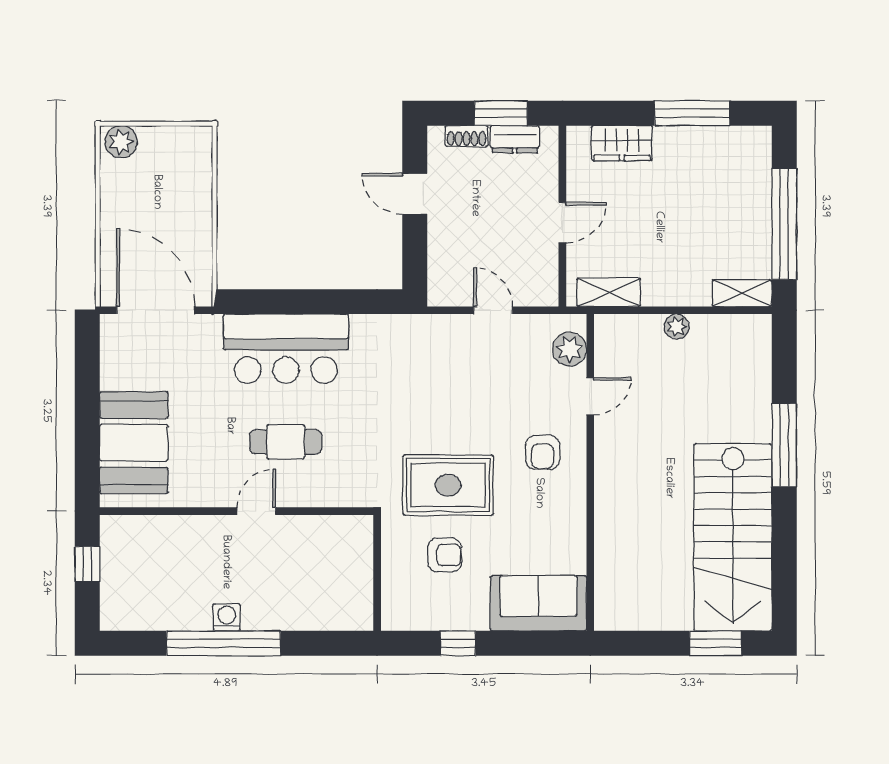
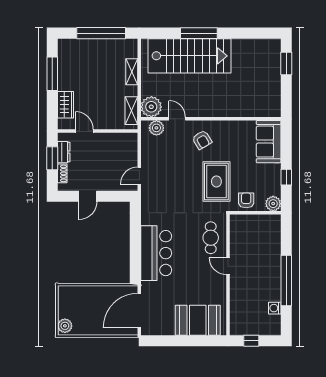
door: (562, 223) -> (84, 131), moved
shelving: (742, 293) -> (132, 72), moved
door: (493, 310) -> (139, 176), moved
plant: (677, 326) -> (151, 107), moved, width x1.87, depth x1.87
cafe table: (286, 442) -> (211, 238), moved
armchair: (543, 452) -> (202, 140), turned 59
stairs: (733, 537) -> (189, 56), moved
armchair: (445, 555) -> (246, 200), moved
plant: (398, 614) -> (273, 204), added
washing machine: (227, 617) -> (275, 308), moved

